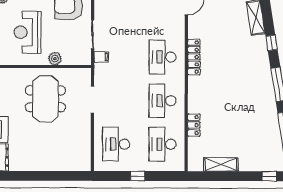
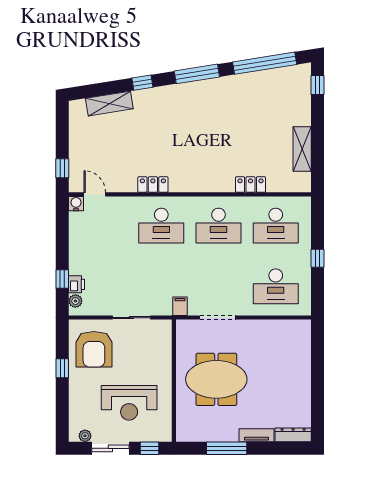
filing cabinet: (101, 57) -> (180, 306), moved
locker: (194, 57) -> (153, 185), width x0.66
plant: (55, 59) -> (164, 367), removed

